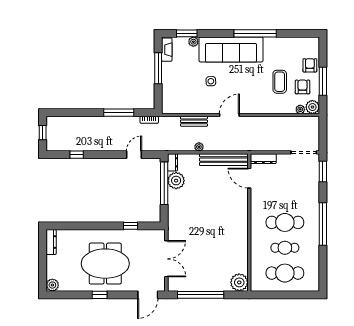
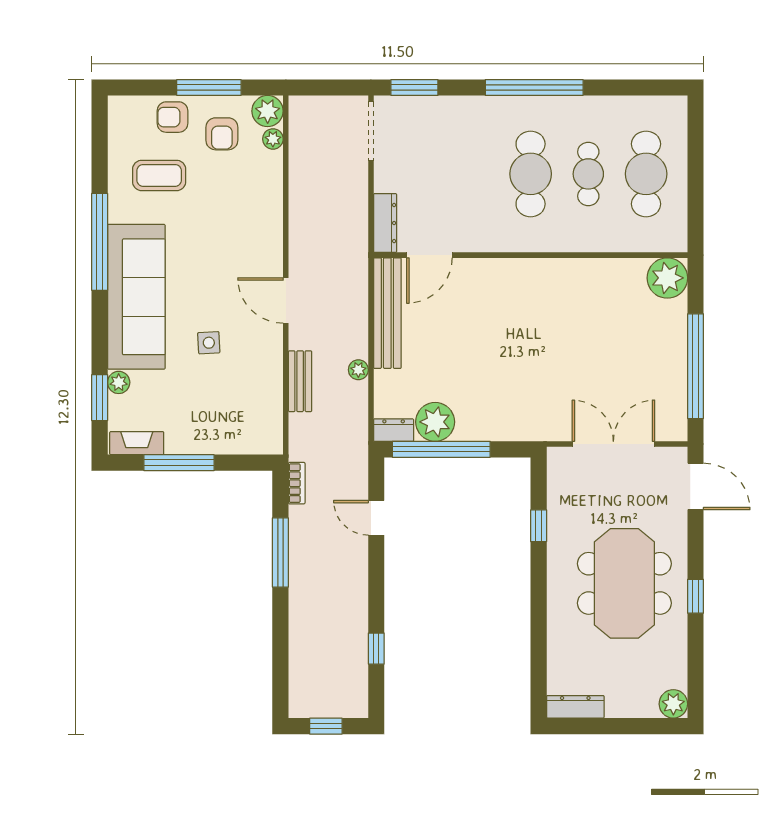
coffee table: (280, 82) -> (159, 175), moved
armchair: (302, 87) -> (222, 134), turned -90

